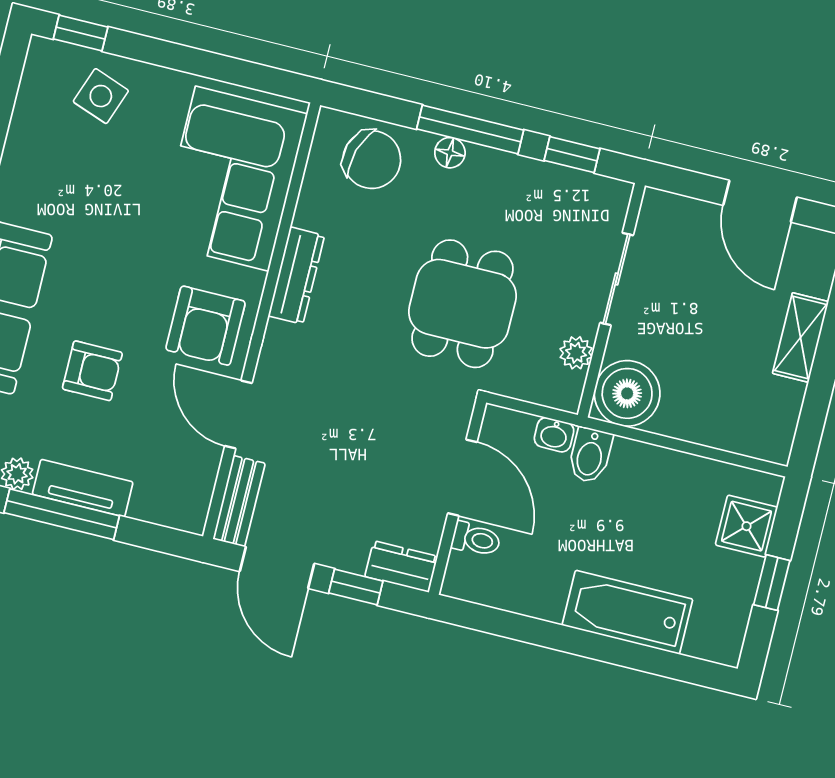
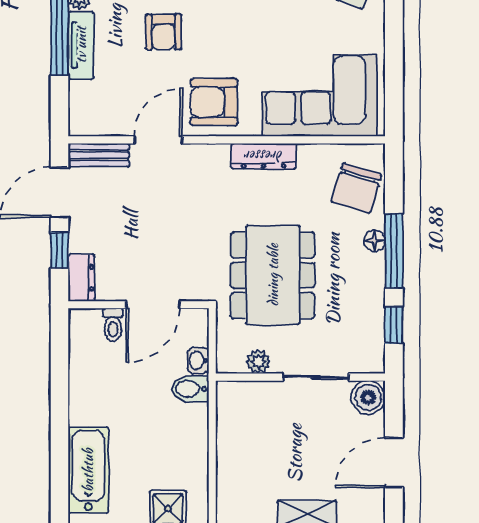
dining table: (462, 304) -> (273, 275), width x1.38
boiler: (627, 393) -> (368, 398), moved, width x0.73, depth x0.73
bathtub: (627, 612) -> (88, 470), moved

